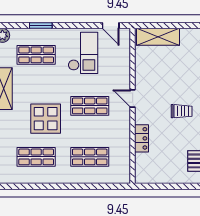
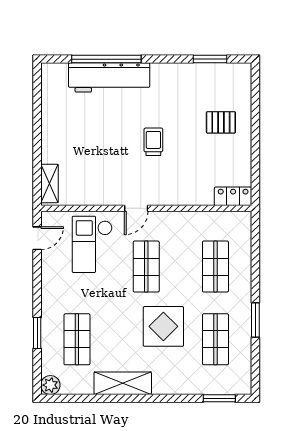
shelving: (158, 37) -> (49, 183), width x0.67, depth x0.75
checkout: (83, 53) -> (92, 244), moved, turned -90
locker: (141, 138) -> (233, 196), moved
window: (50, 186) -> (255, 320), added

